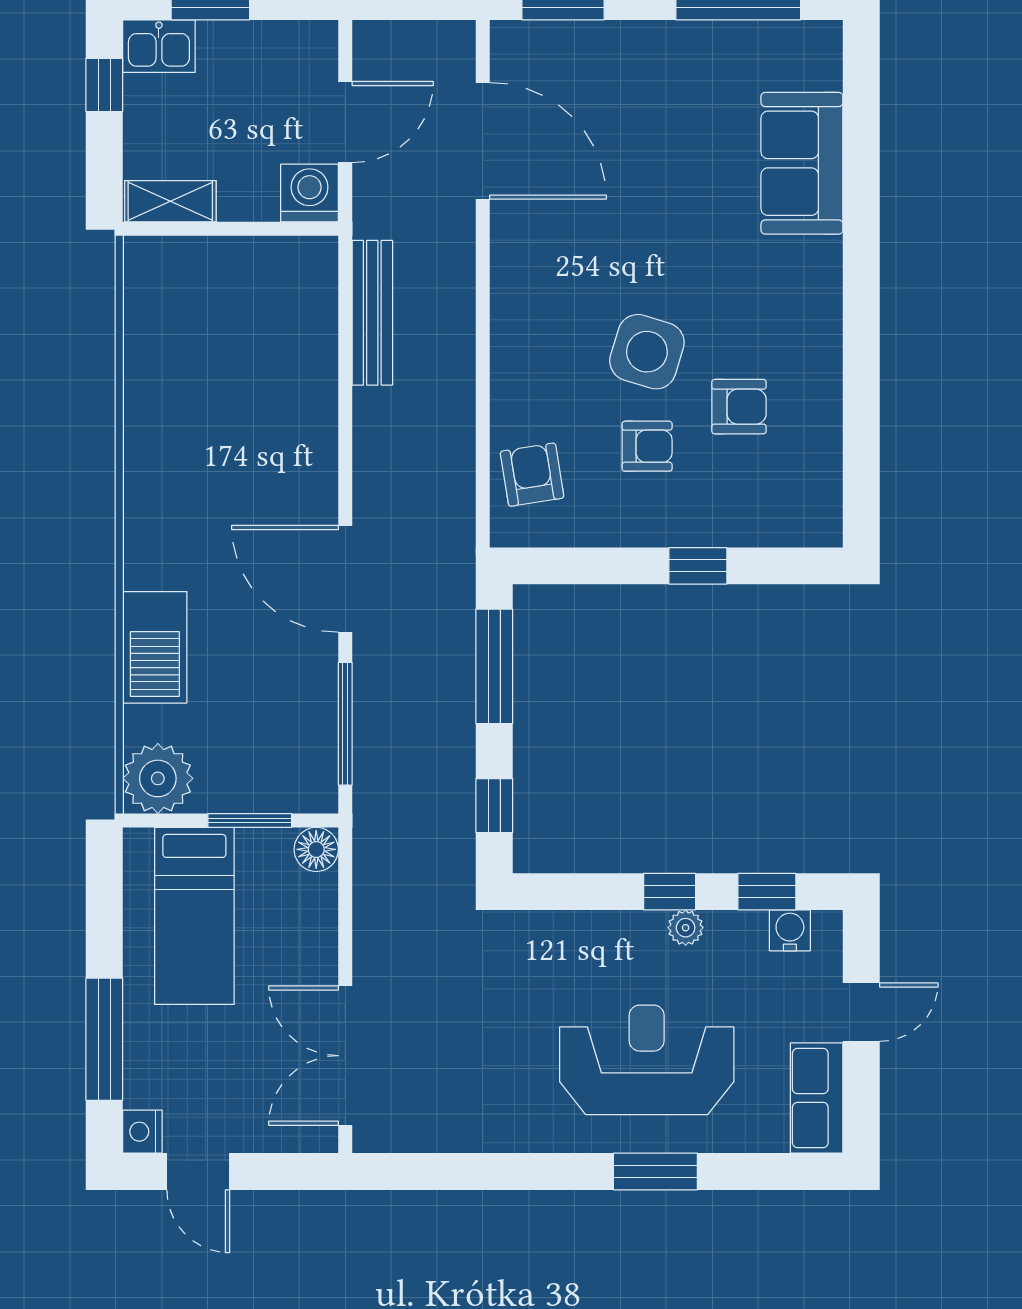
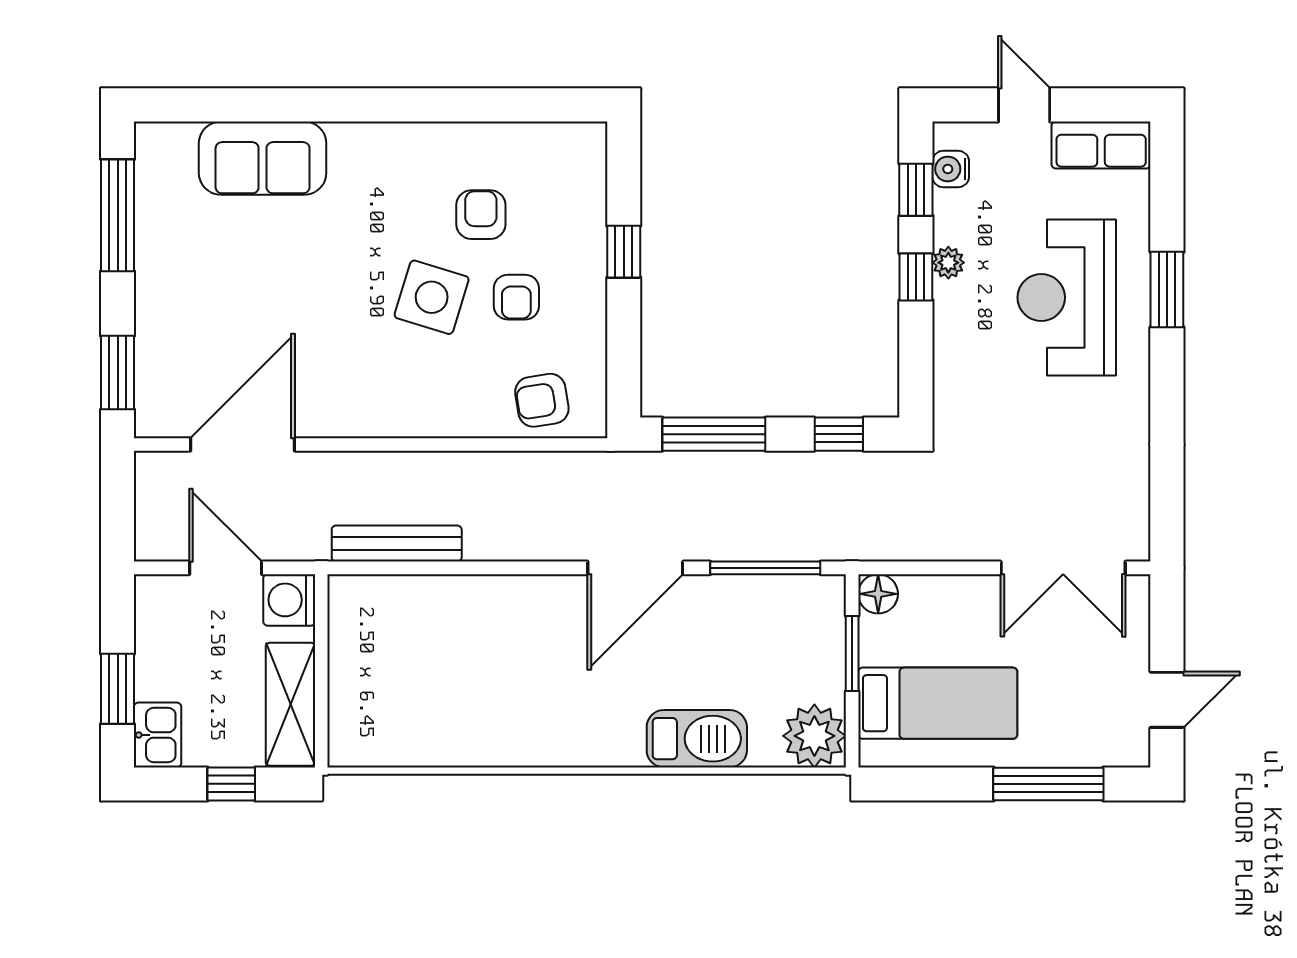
window: (104, 85) -> (231, 784), moved
shelving: (170, 201) -> (290, 704), width x1.50, depth x1.33
armchair: (647, 446) -> (516, 297), turned 180
nightstand: (142, 1132) -> (1131, 750), removed

